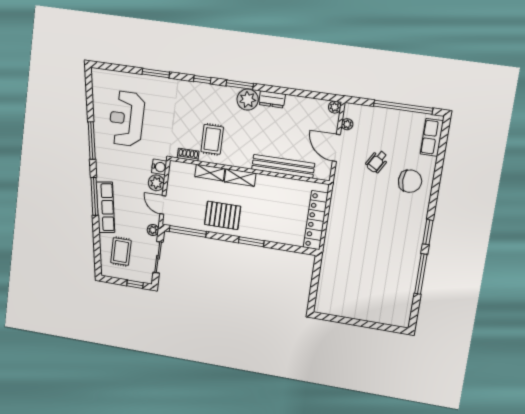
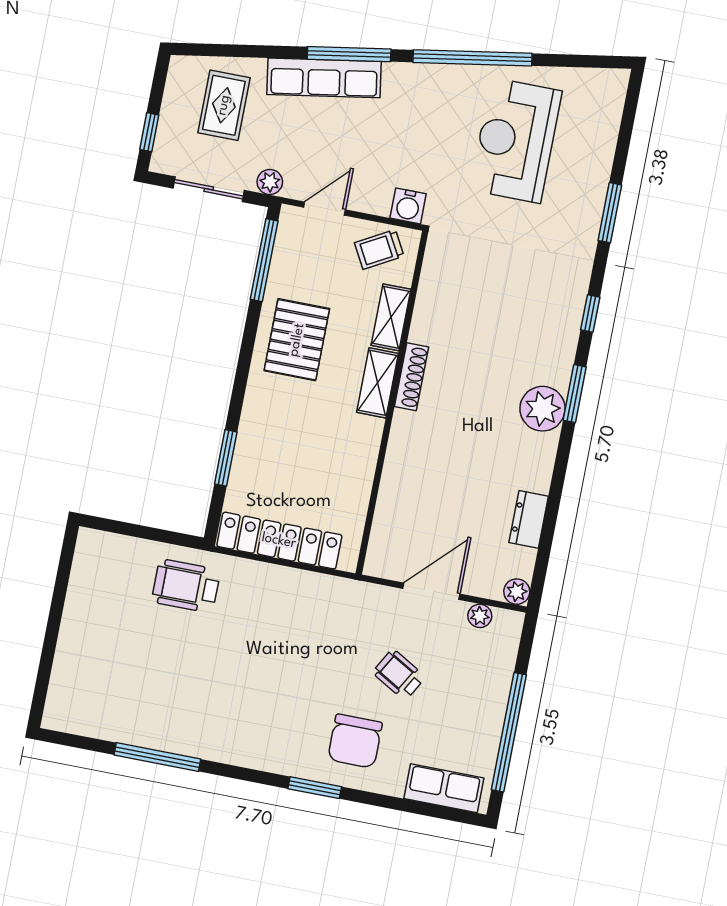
dresser: (272, 99) -> (529, 519), moved
reception desk: (127, 119) -> (516, 140), turned -90
rug: (212, 139) -> (462, 327), removed
window: (92, 141) -> (473, 58), width x1.46
shoe rack: (188, 155) -> (411, 377), moved, width x1.43
bench: (283, 166) -> (397, 477), removed
trolley: (180, 179) -> (379, 249), added
plant: (156, 183) -> (374, 197), removed
window: (428, 232) -> (315, 788), moved
window: (251, 242) -> (226, 458), moved
rug: (121, 252) -> (224, 105), turned 90
wheelchair: (339, 263) -> (186, 586), added

